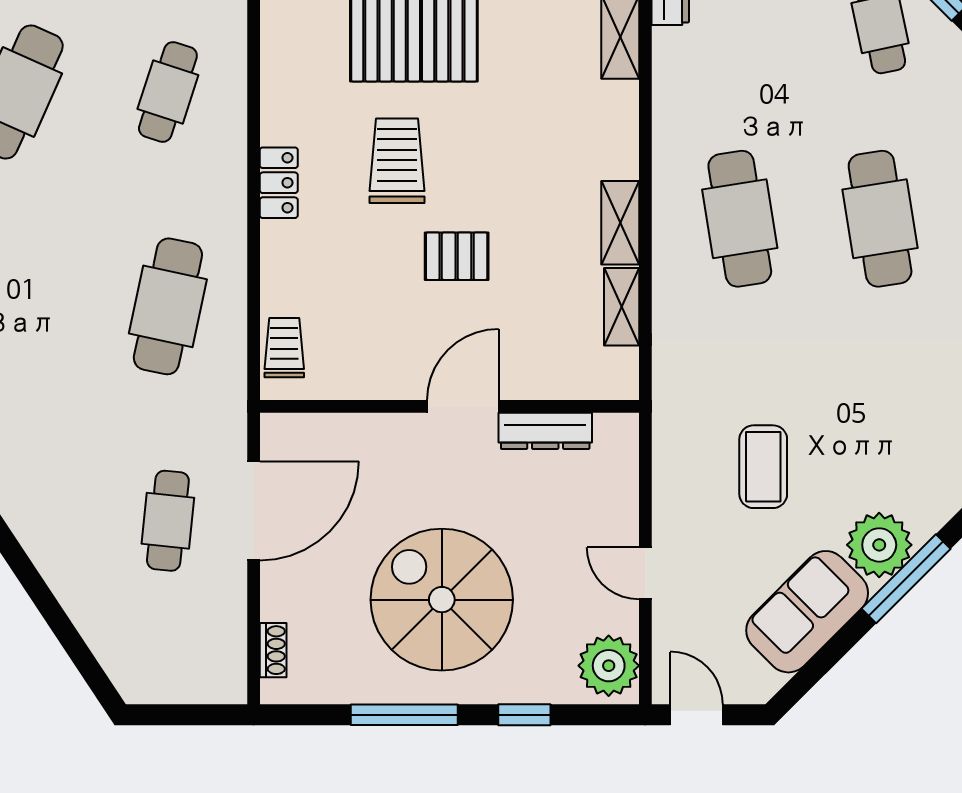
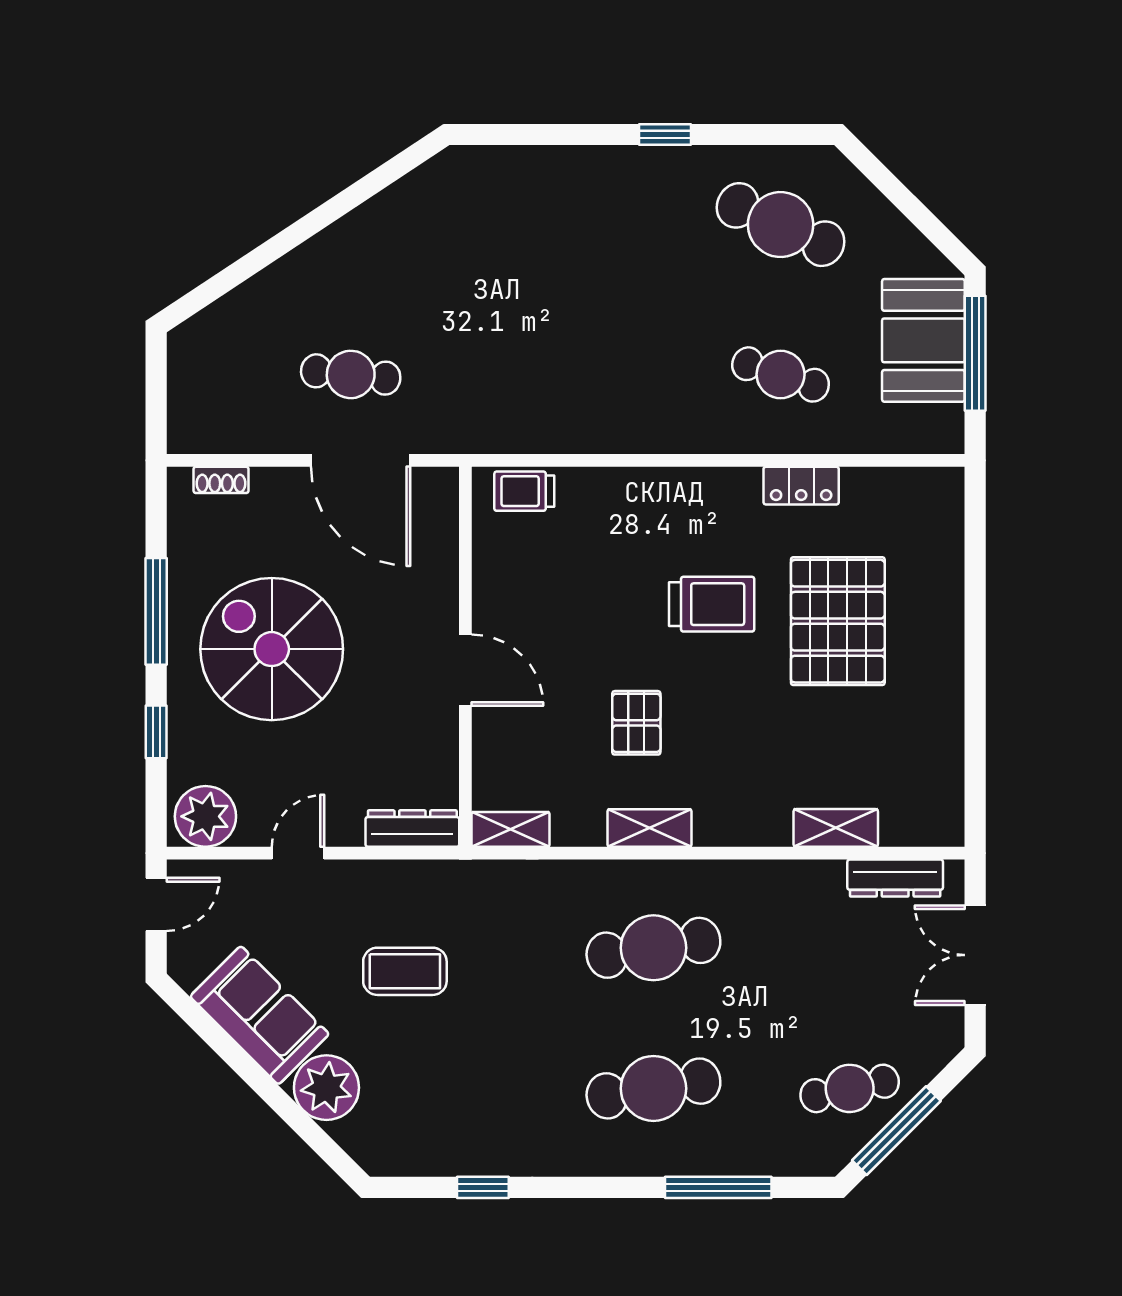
locker: (279, 183) -> (801, 486), moved
pallet: (457, 256) -> (636, 723), moved
cafe table: (168, 306) -> (566, 374), removed
shelving: (622, 307) -> (511, 829), moved
trolley: (284, 348) -> (524, 491), turned 180
dresser: (545, 431) -> (412, 829), moved, turned 90
window: (906, 579) -> (293, 1114), removed
spiral stairs: (442, 600) -> (272, 649), turned -90

